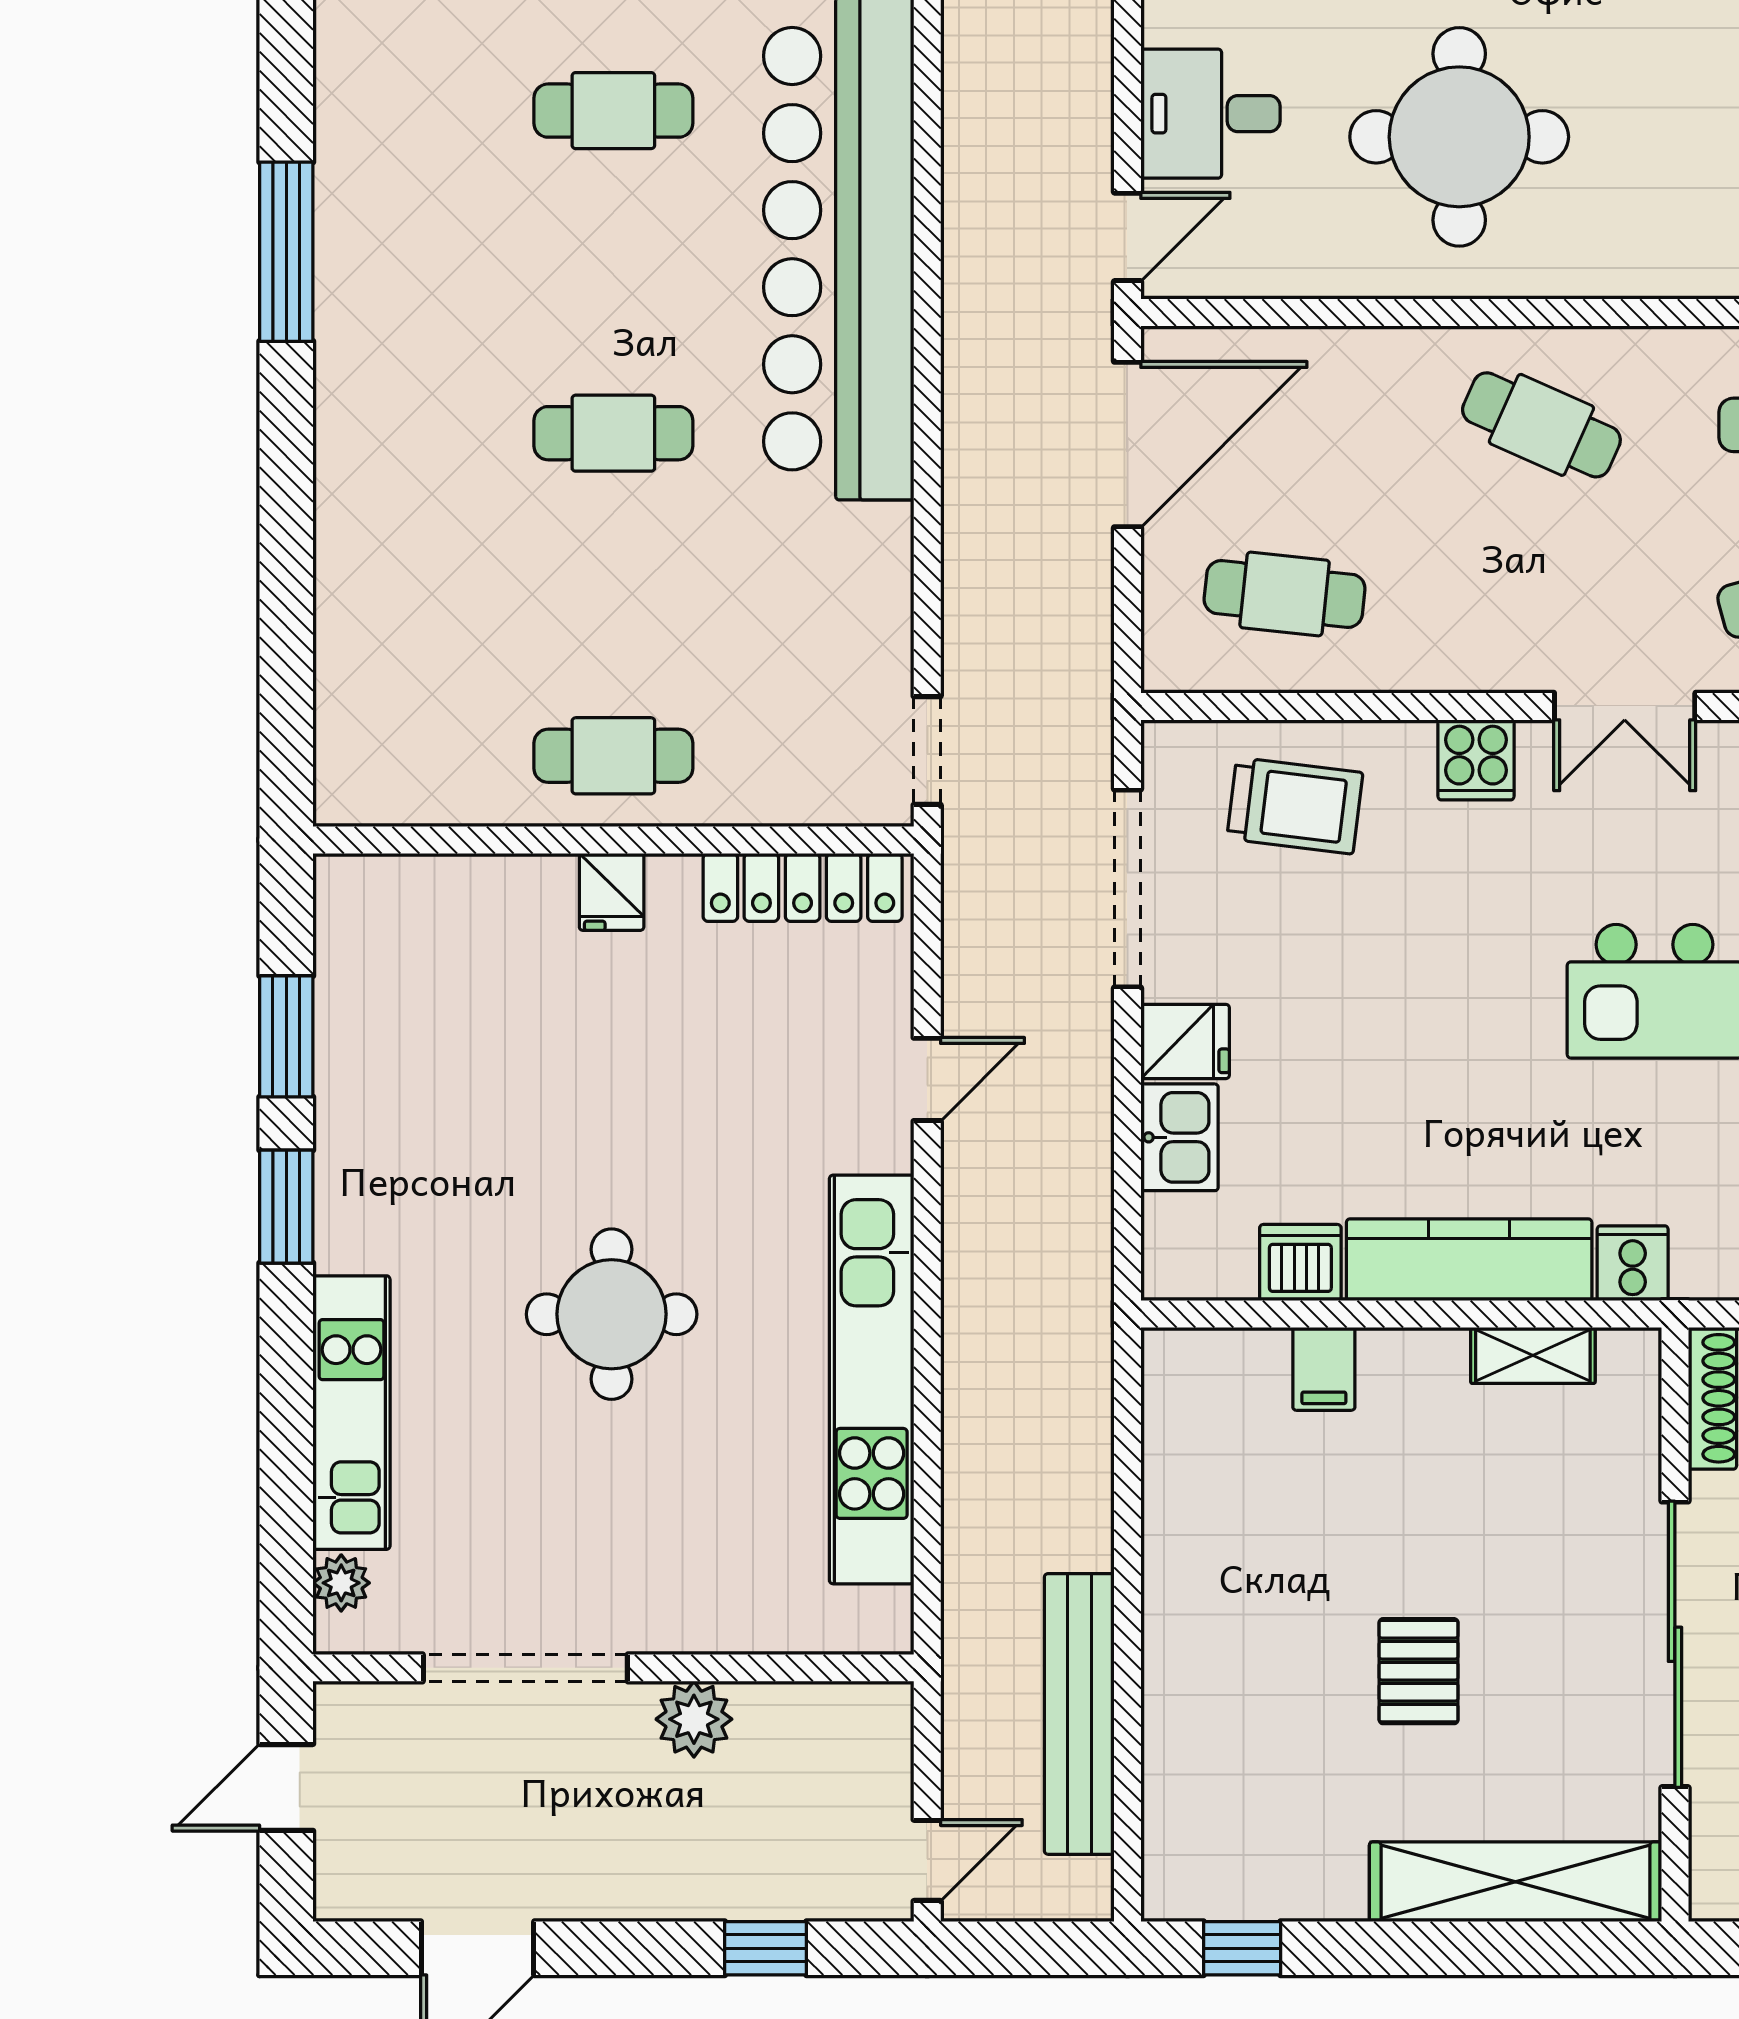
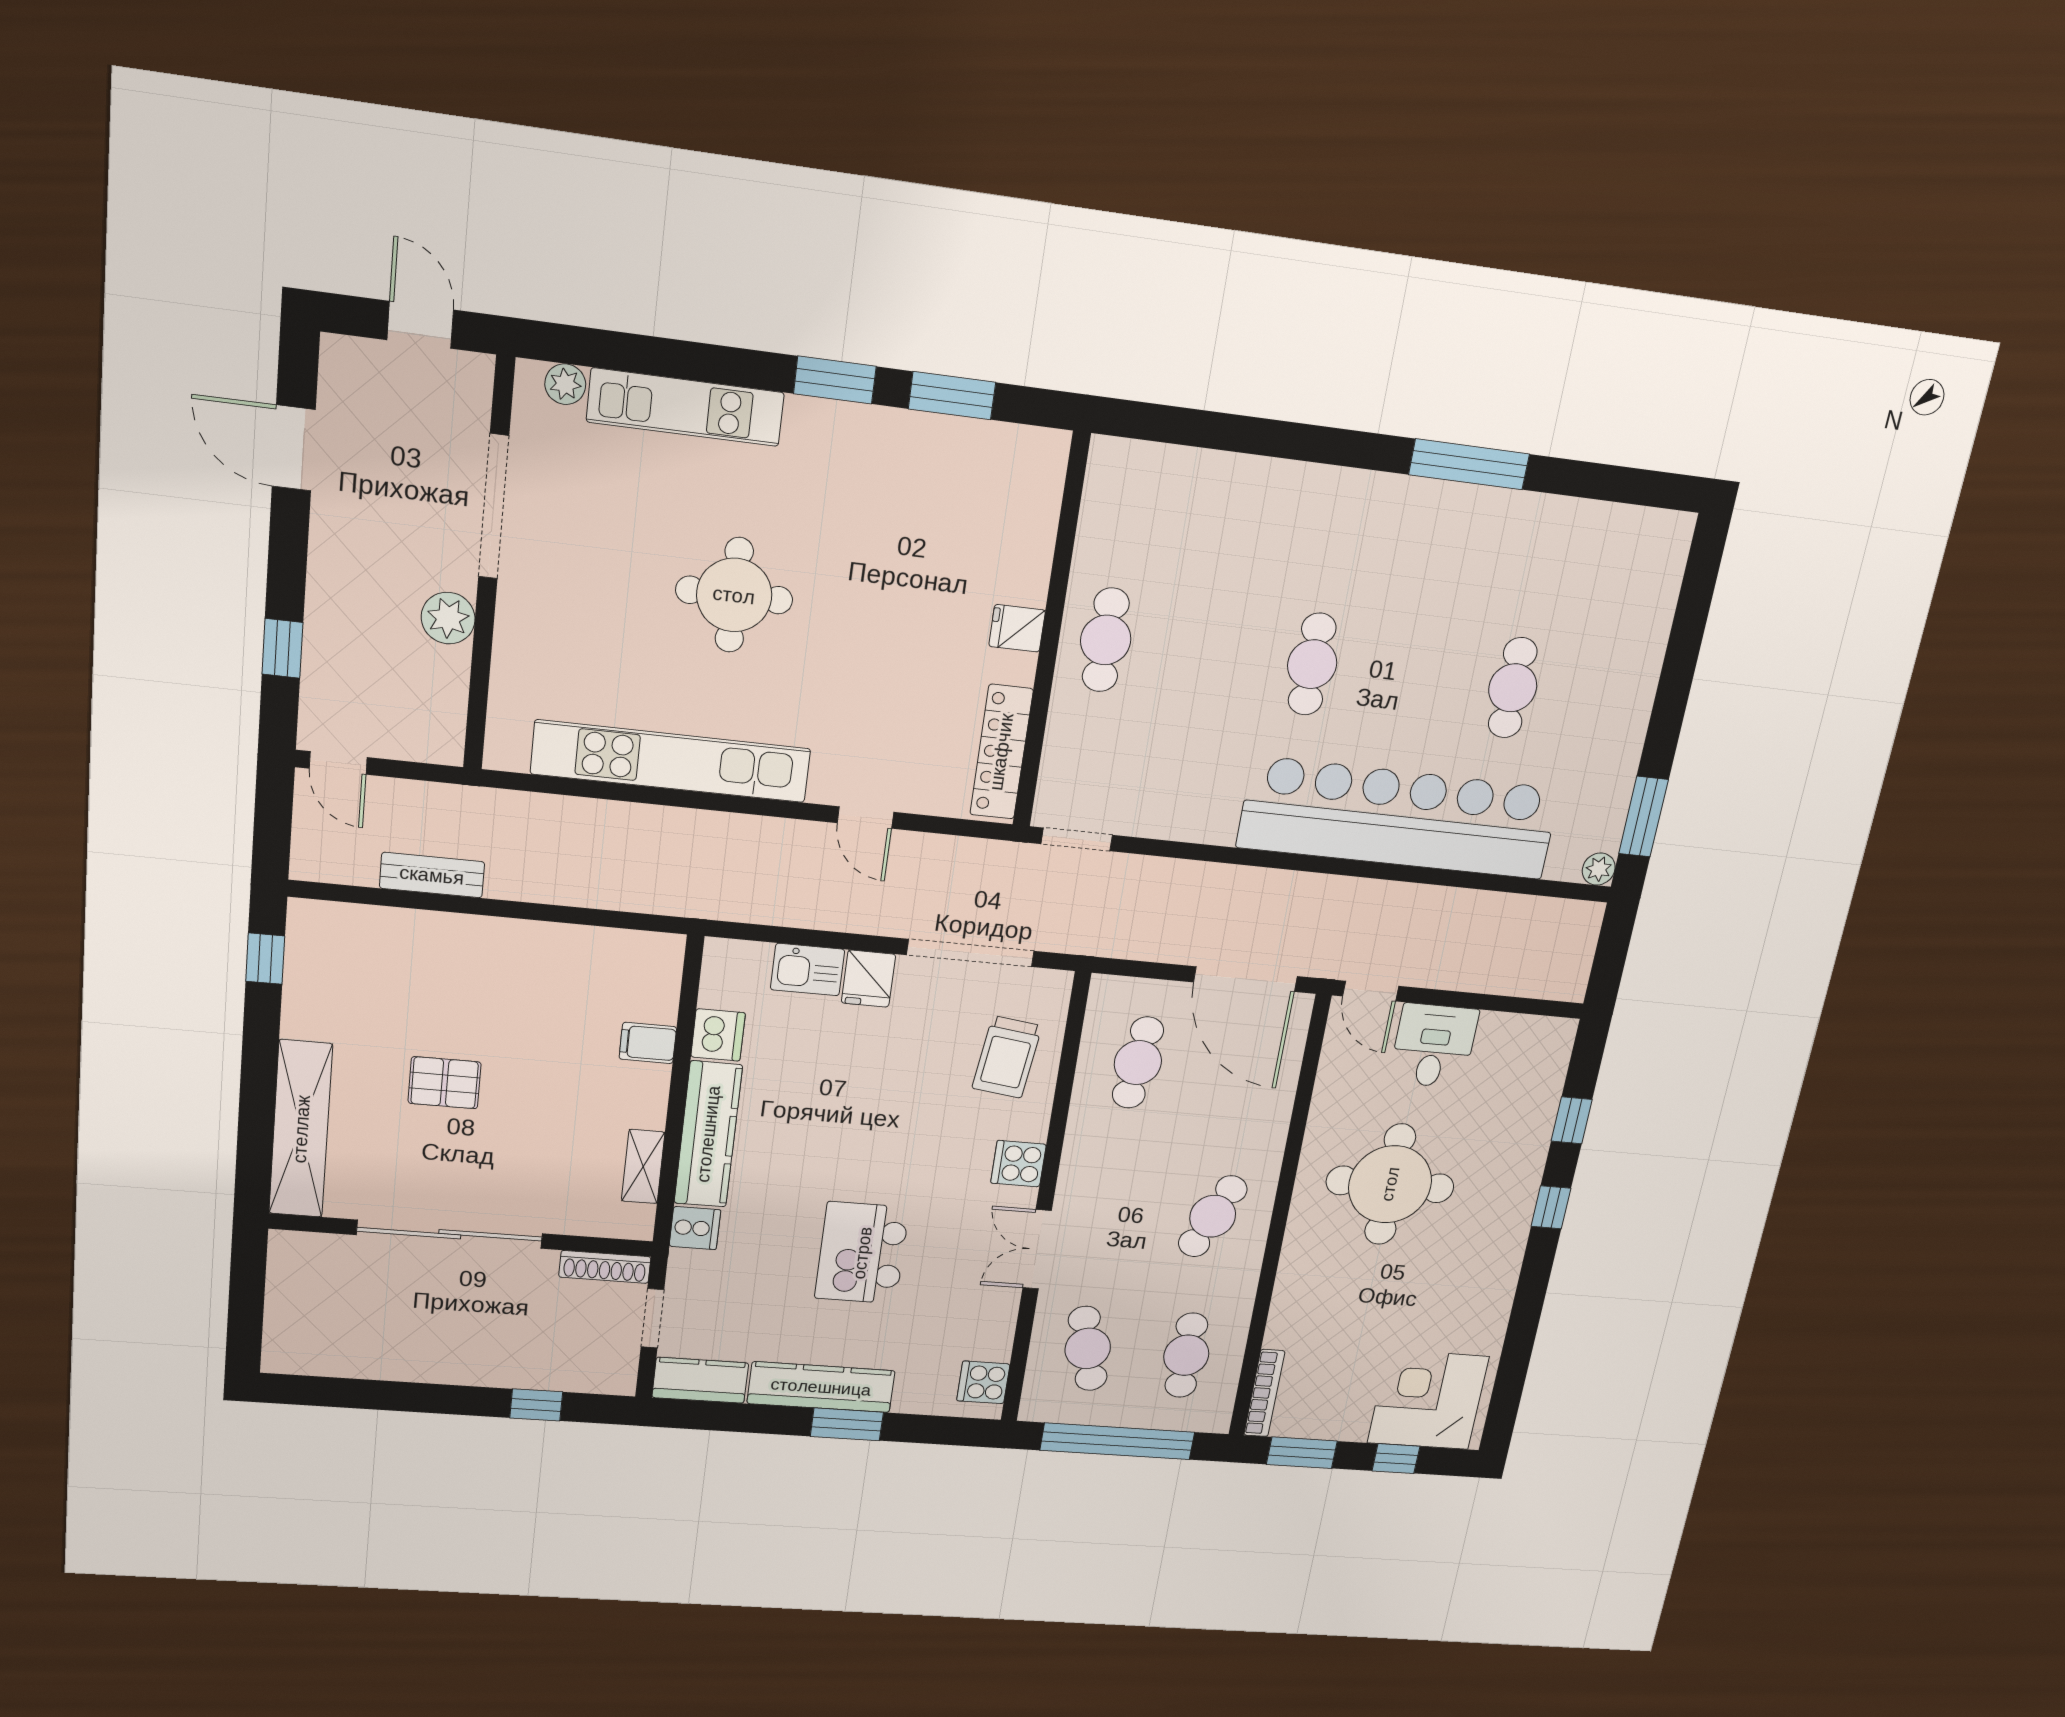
bench: (1079, 1714) -> (432, 875), width x0.54, depth x0.82

